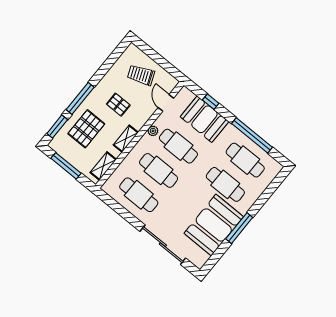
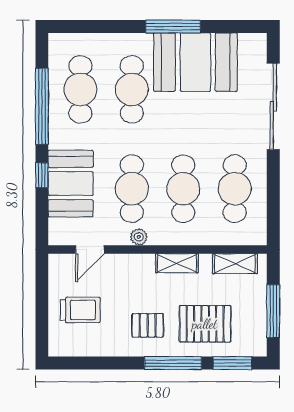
trolley: (141, 75) -> (80, 310), turned -68
window: (211, 102) -> (42, 175), moved
pallet: (118, 105) -> (148, 325), moved, turned 90

